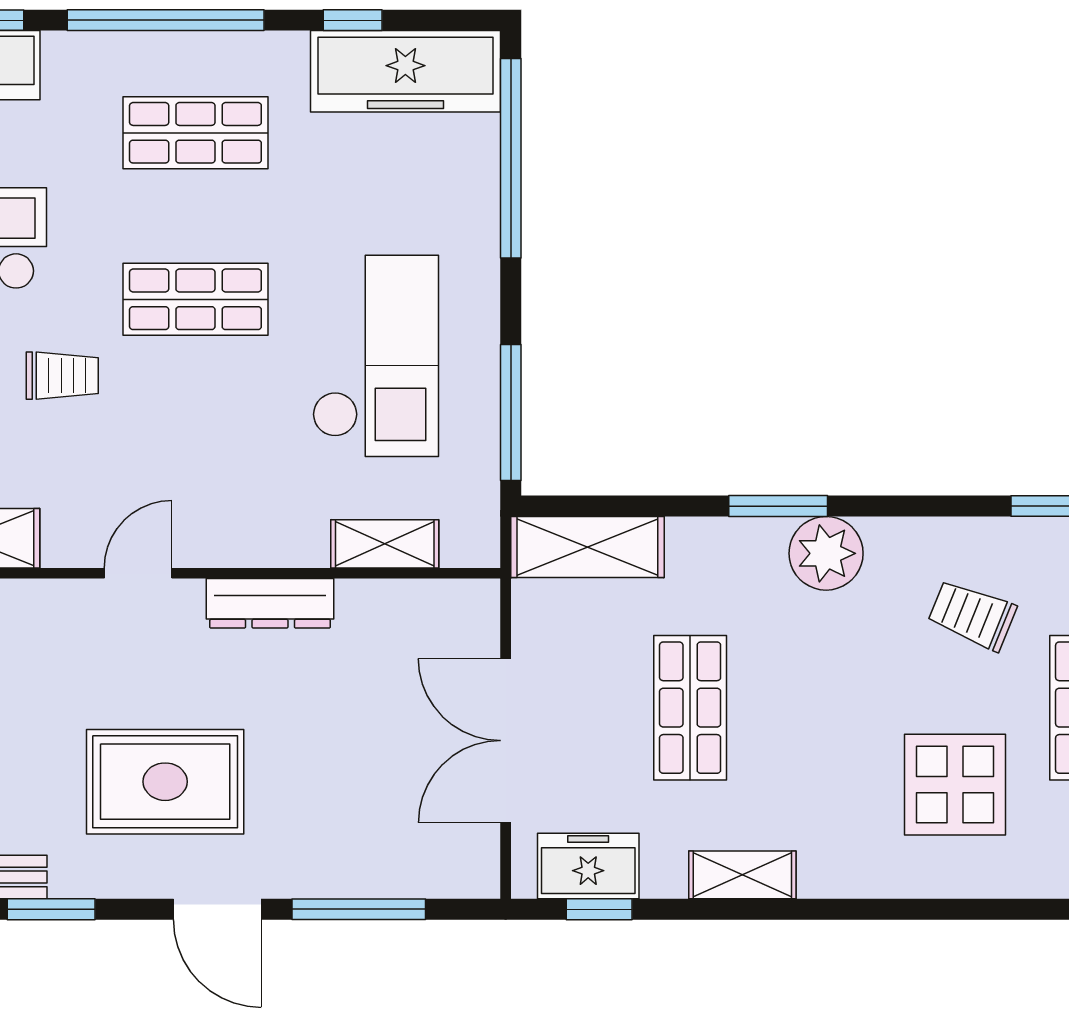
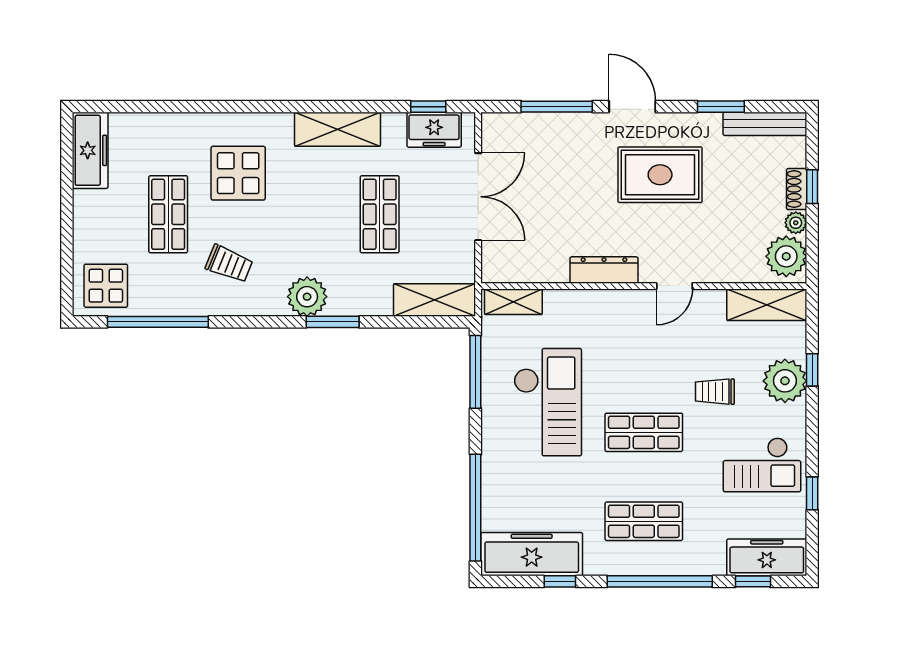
checkout: (375, 356) -> (548, 402), turned 180
shelving: (385, 544) -> (513, 302), moved
shelving: (742, 875) -> (337, 129), width x1.50, depth x1.33

